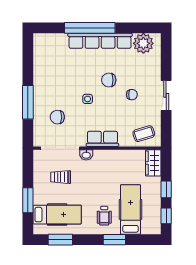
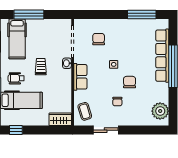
row of seats: (100, 41) -> (162, 56), moved
sliding door: (166, 95) -> (106, 130), moved
window: (28, 102) -> (142, 15), moved
trolley: (61, 177) -> (41, 67), moved
window: (166, 189) -> (38, 130), removed
window: (28, 200) -> (29, 15), width x1.44

